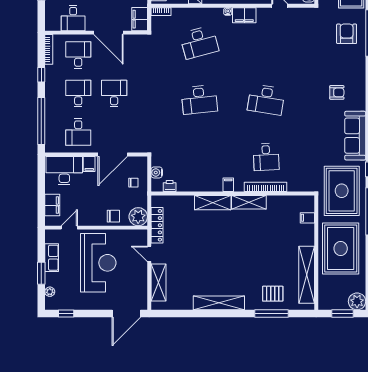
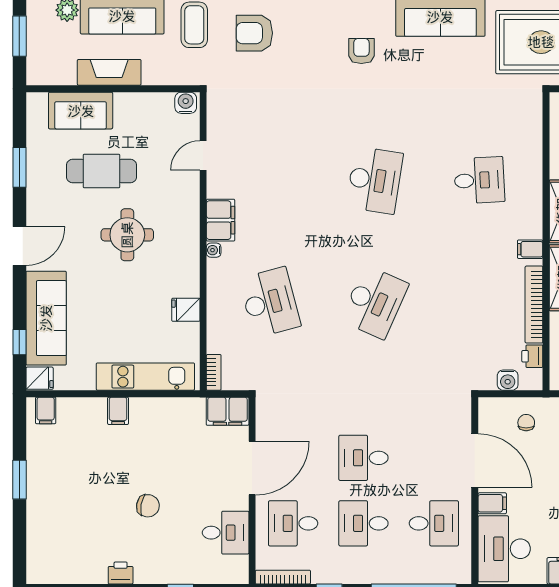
desk: (199, 100) -> (375, 302), turned 30
bookcase: (266, 187) -> (534, 305), moved

